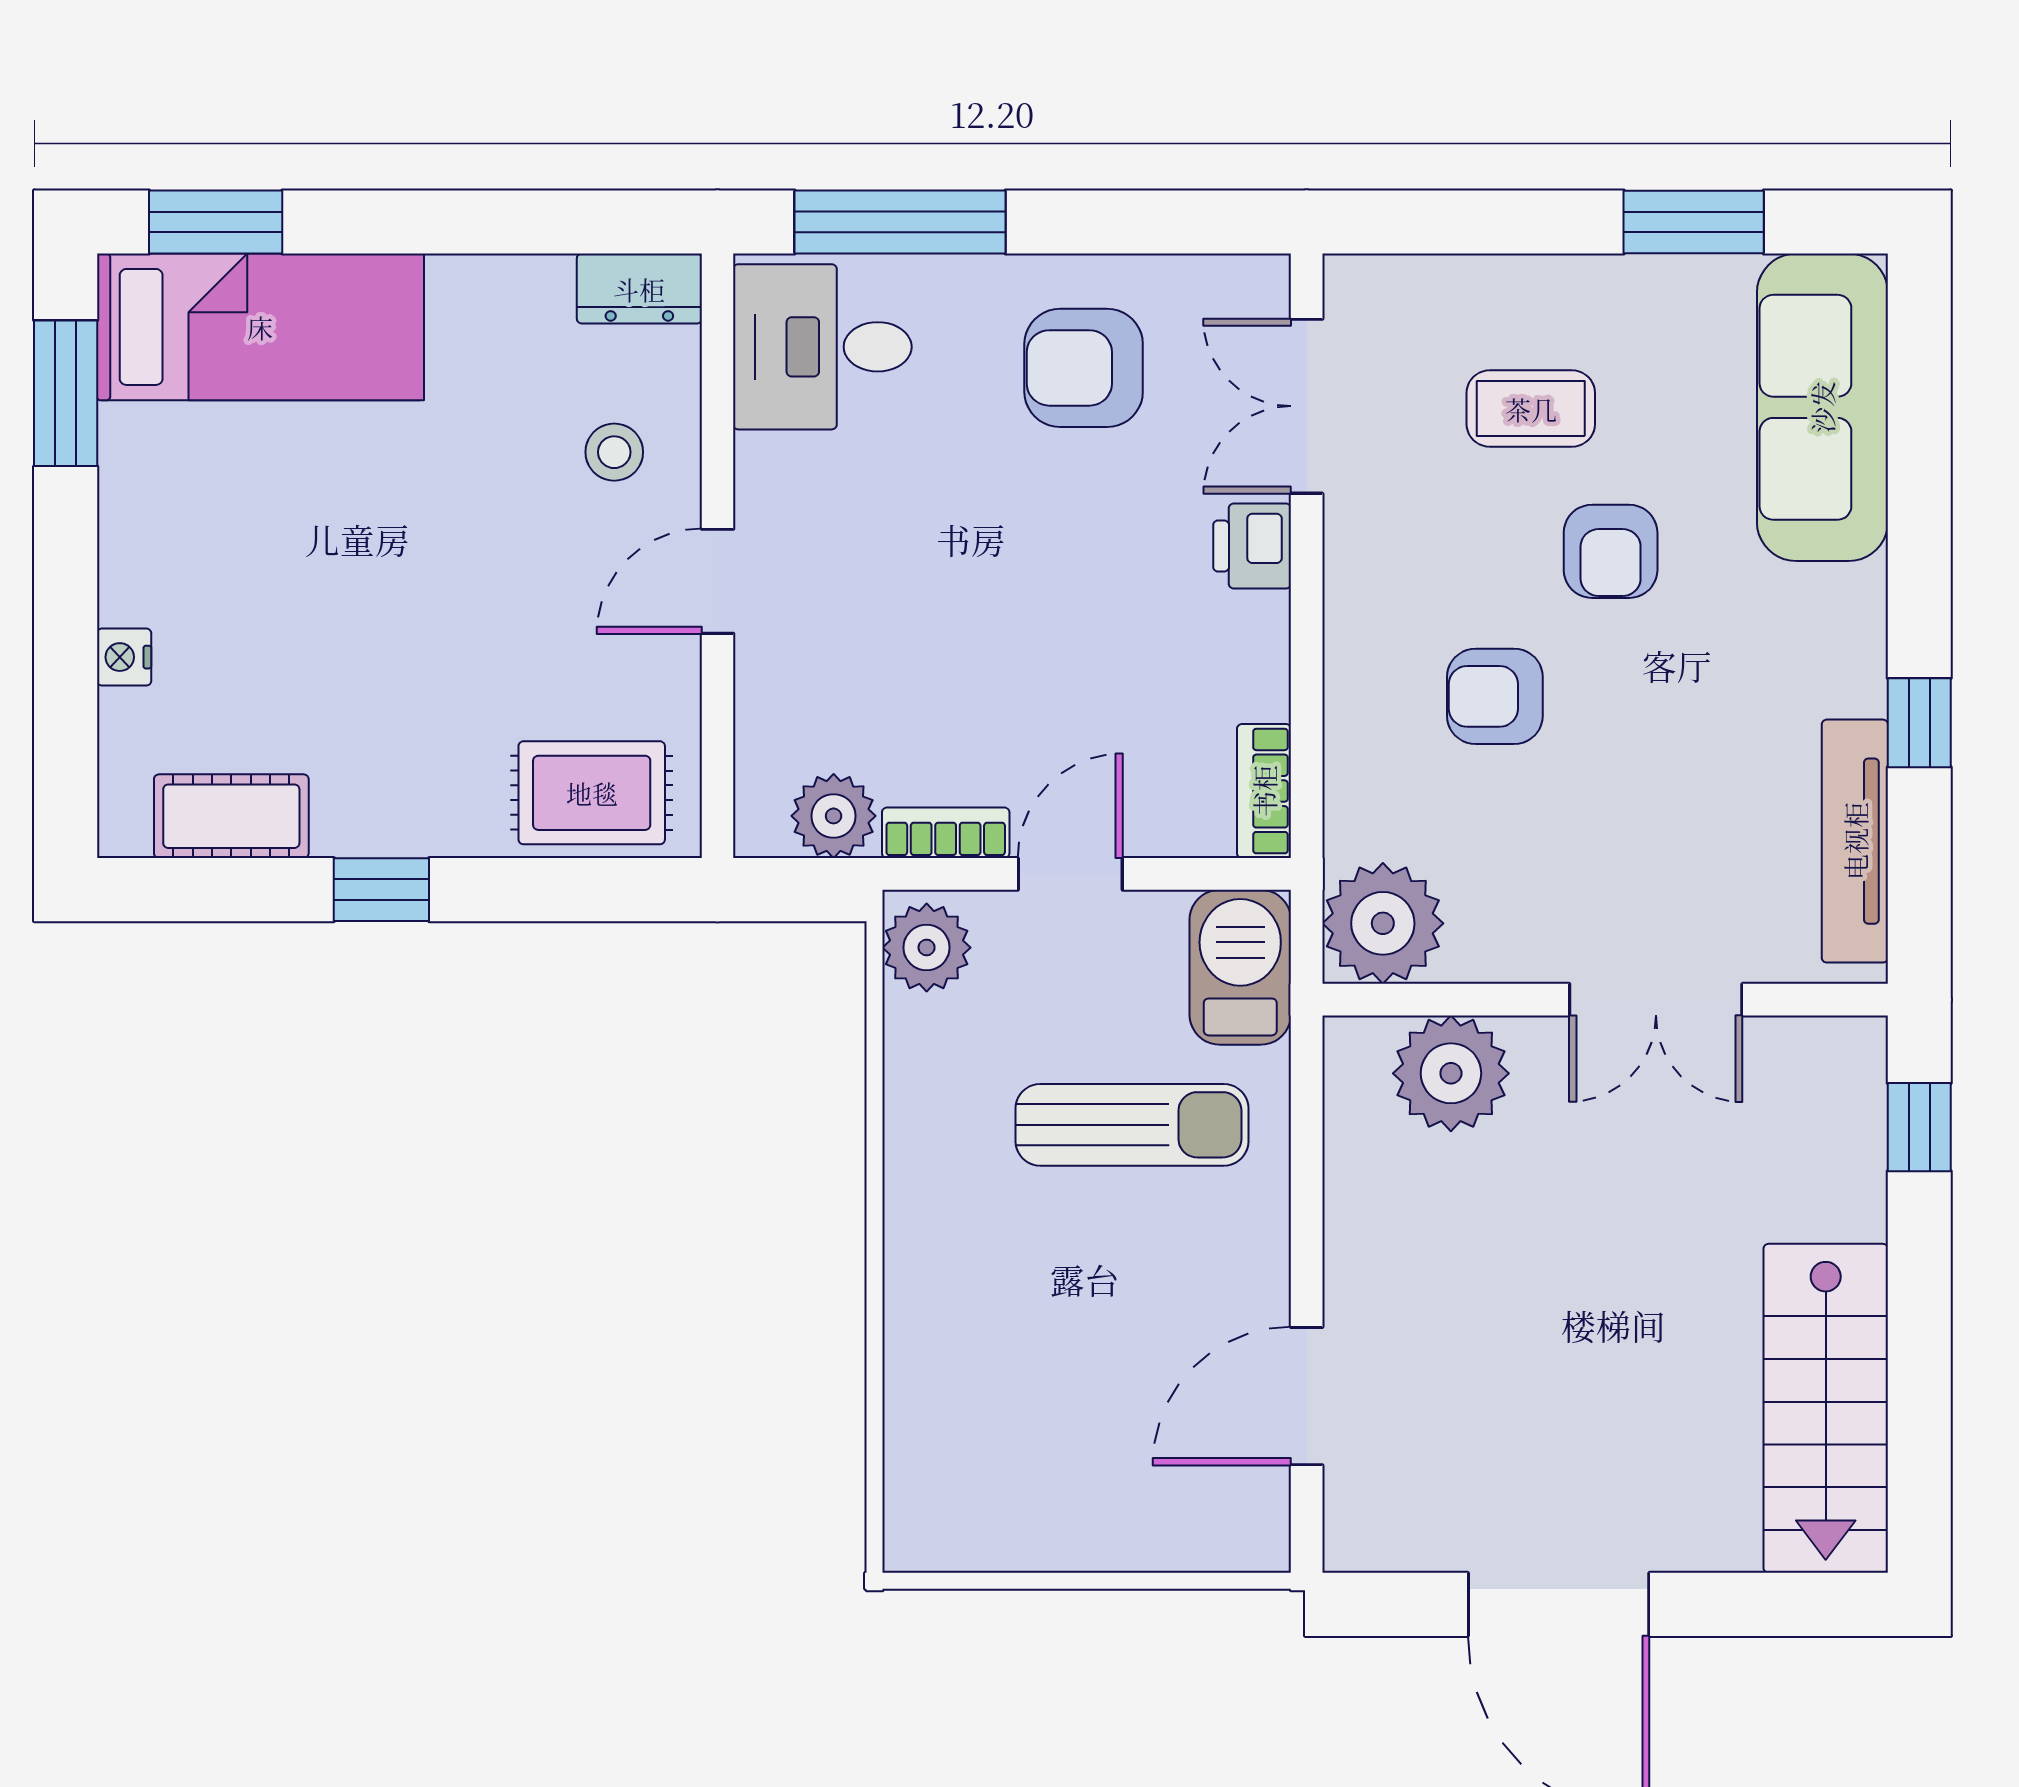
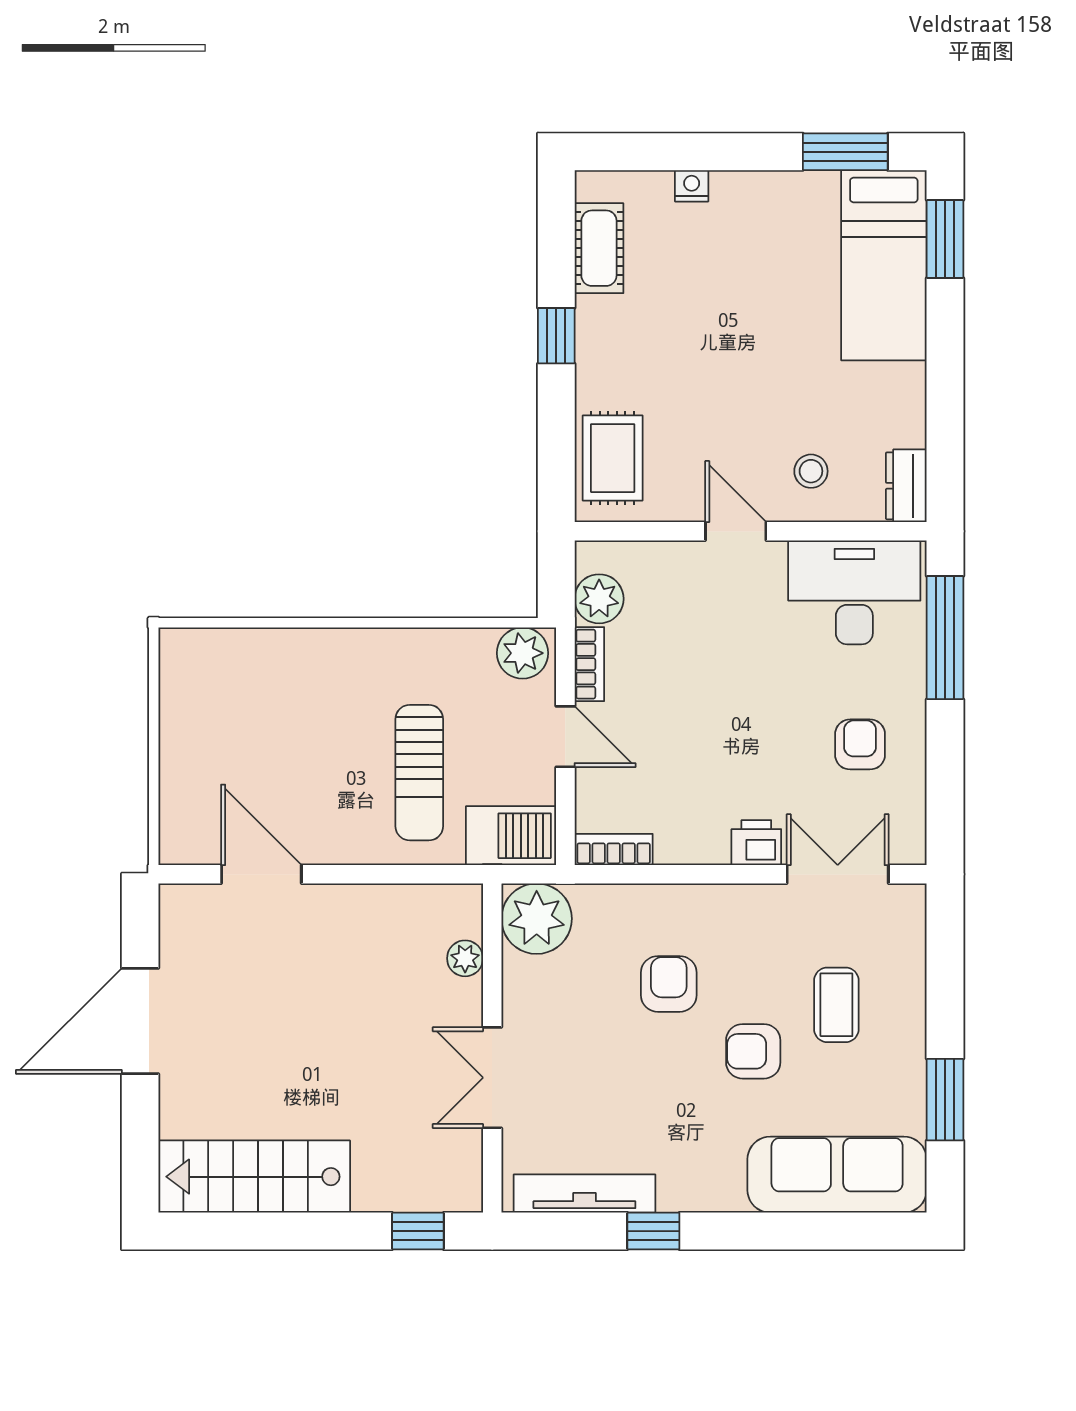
desk: (822, 347) -> (854, 592), width x1.37
armchair: (1084, 368) -> (860, 744), width x0.72, depth x0.72
plant: (1451, 1073) -> (465, 958), width x0.53, depth x0.53

